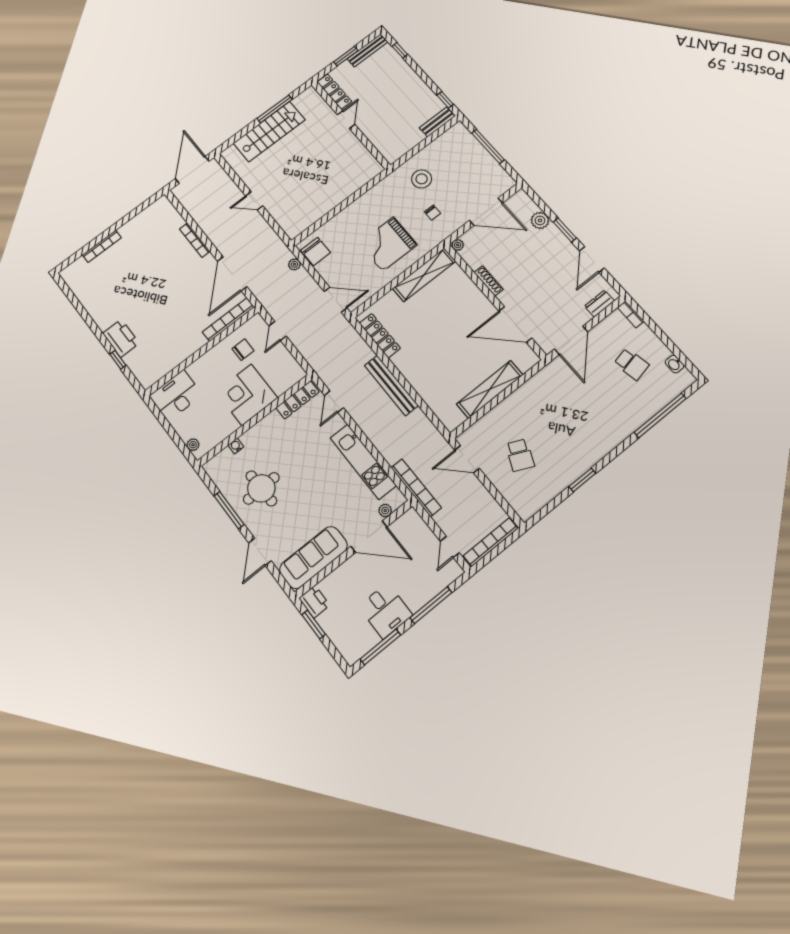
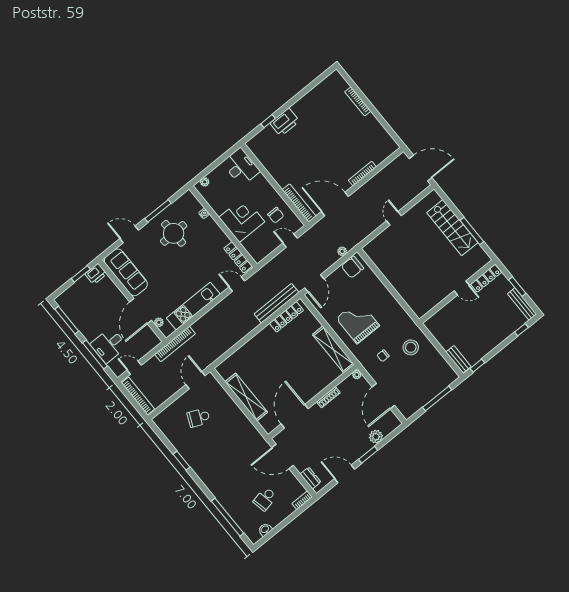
bench: (391, 385) -> (277, 303), moved
desk: (385, 611) -> (109, 345), moved

